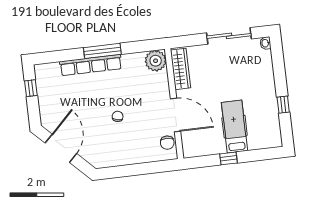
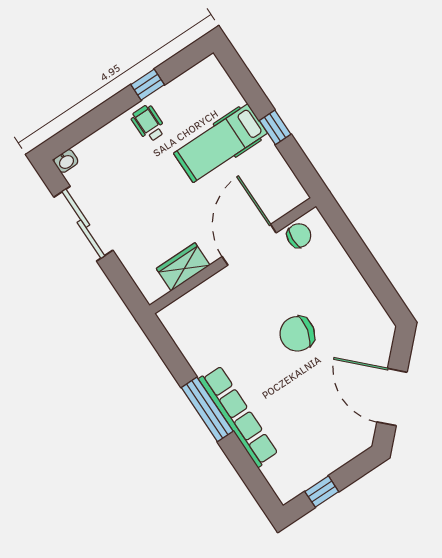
plant: (156, 61) -> (180, 319), removed
wardrobe: (180, 69) -> (183, 267), width x0.67
wheelchair: (263, 95) -> (148, 123), added
chair: (118, 116) -> (297, 334), width x1.87, depth x1.87
door: (61, 148) -> (392, 397), hinge flipped

